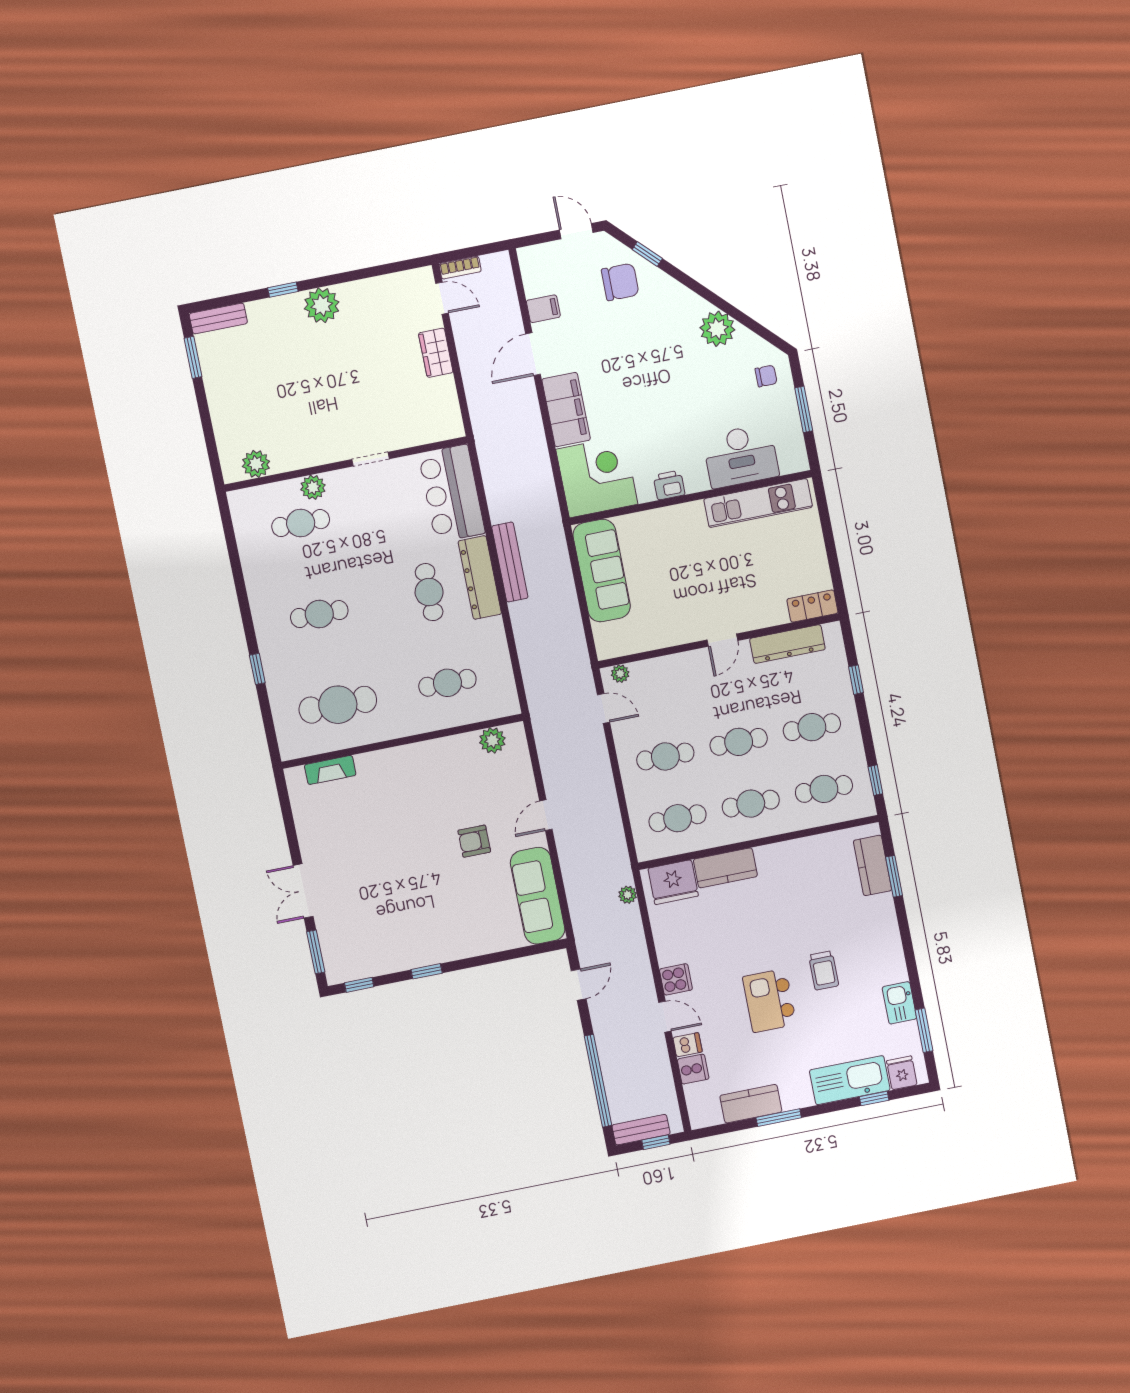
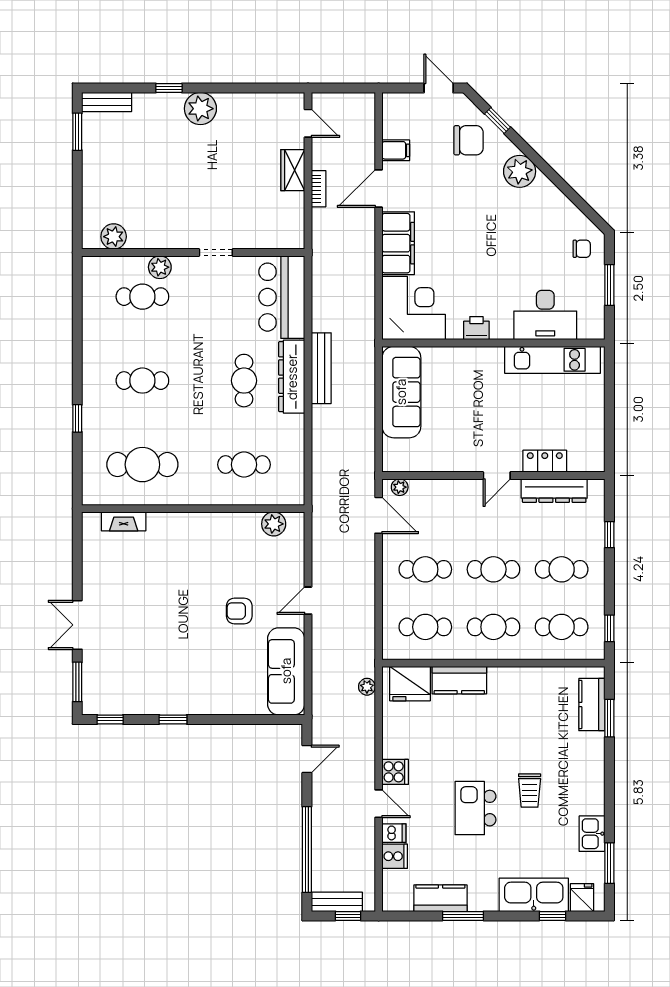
bookcase: (460, 268) -> (319, 189), moved, turned -90
plant: (717, 329) -> (520, 171), moved
locker: (812, 606) -> (545, 461), moved
door: (604, 708) -> (379, 515), width x1.38

